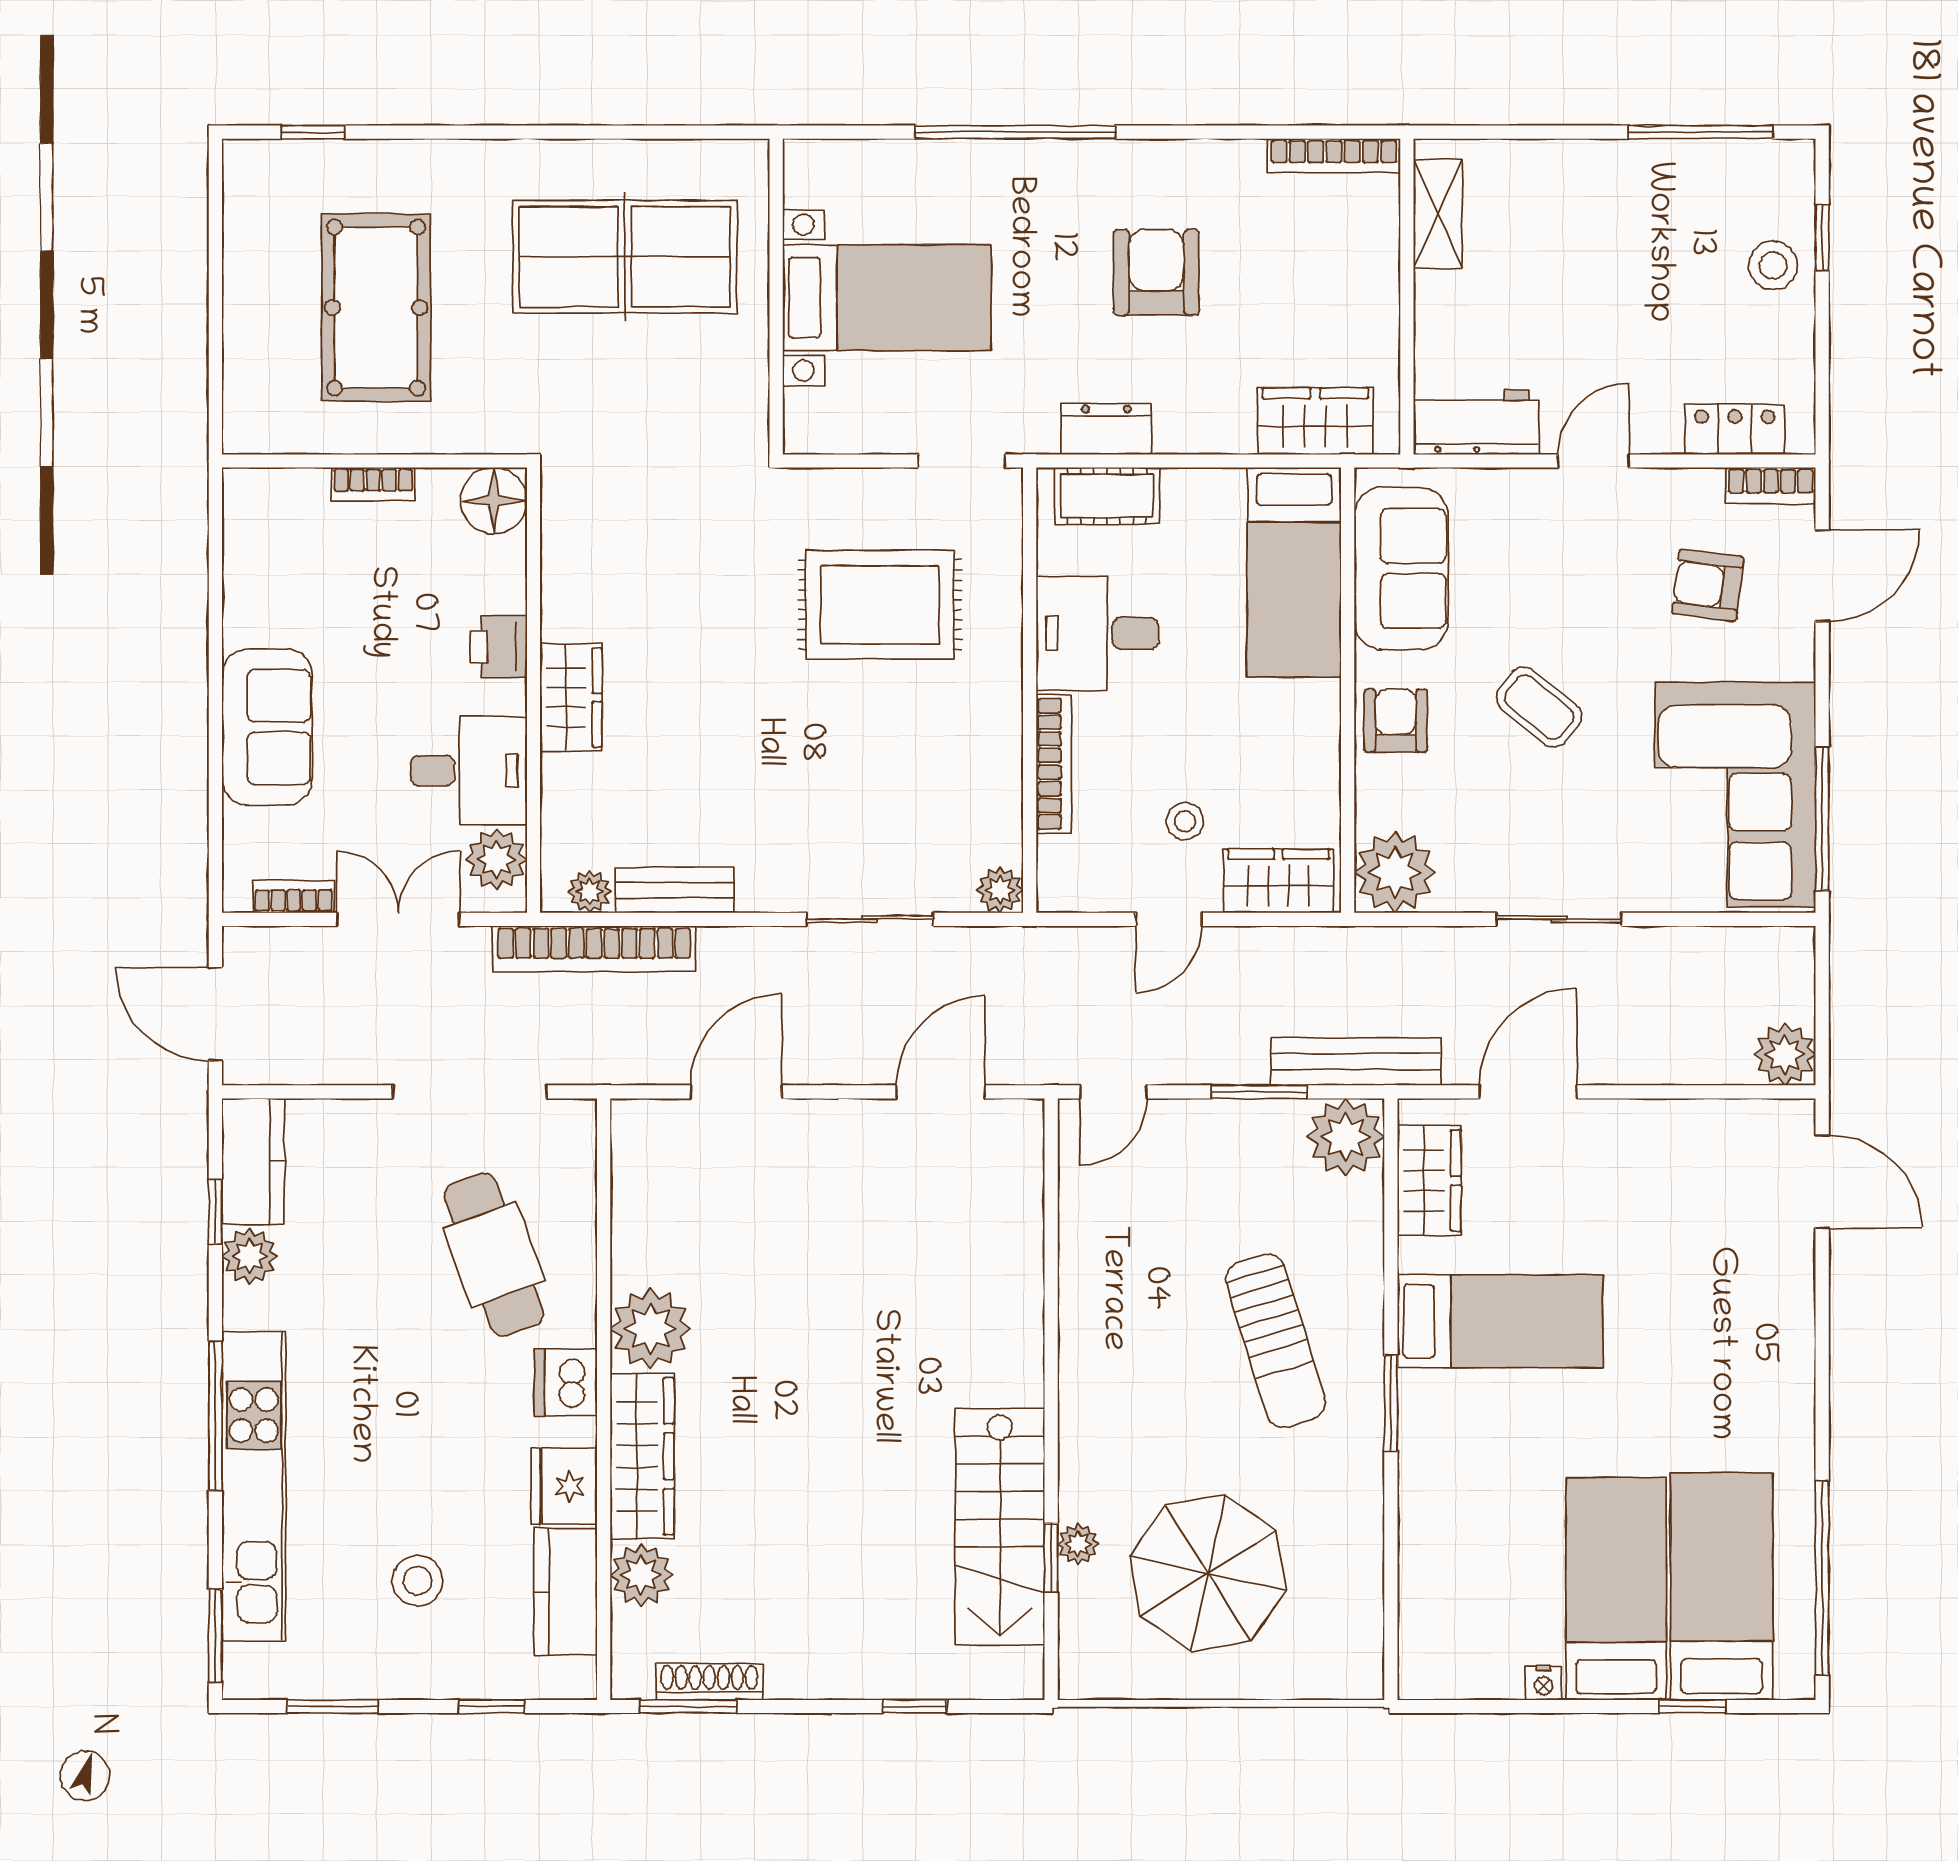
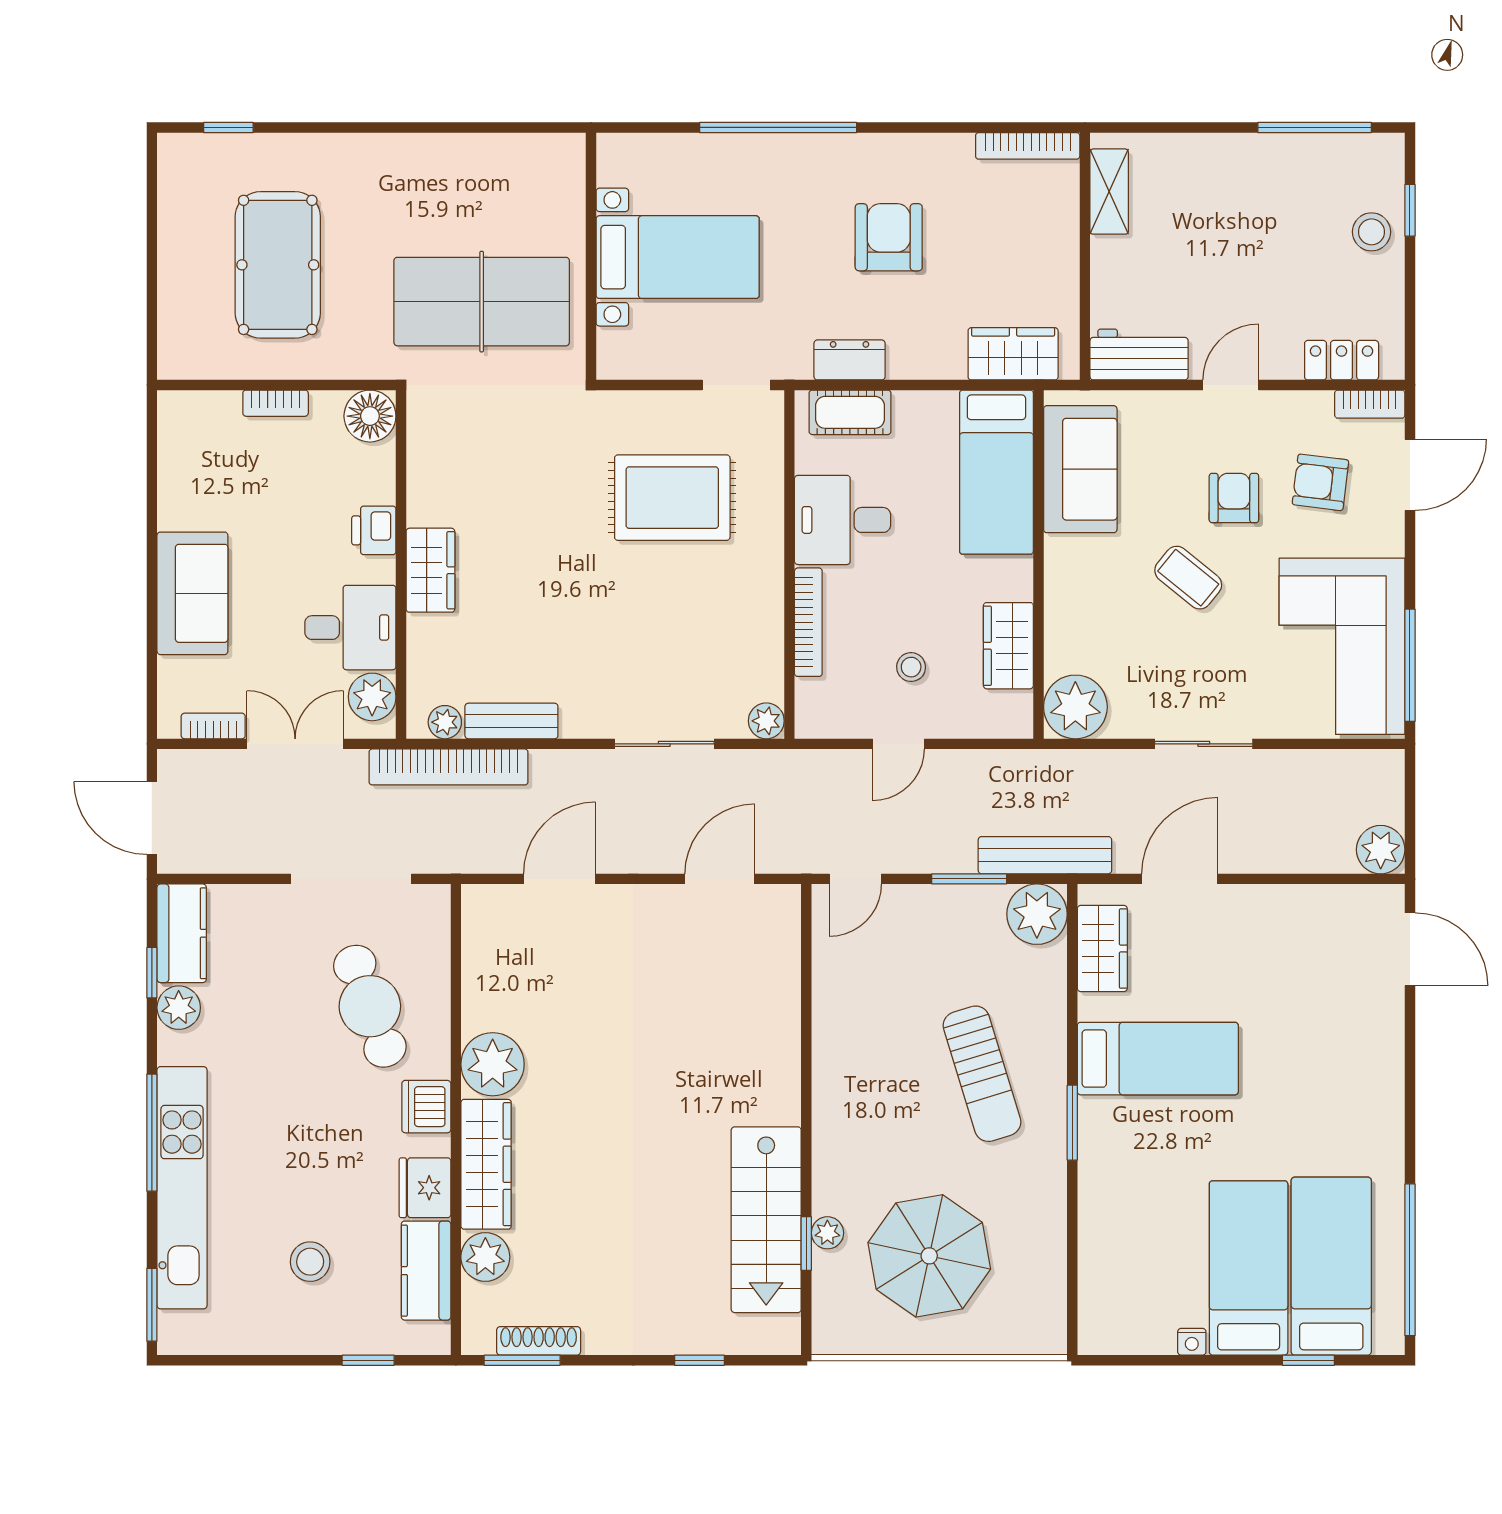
table tennis table: (625, 257) -> (482, 302), moved
armchair: (1396, 721) -> (1234, 498), moved
wardrobe: (1278, 881) -> (1008, 646), moved, turned -90
window: (333, 1707) -> (244, 1360), removed

